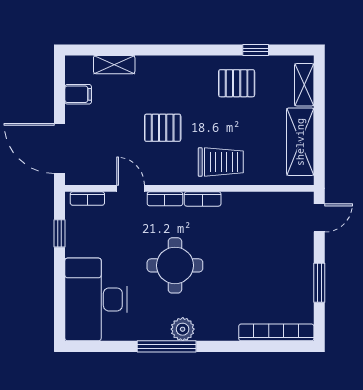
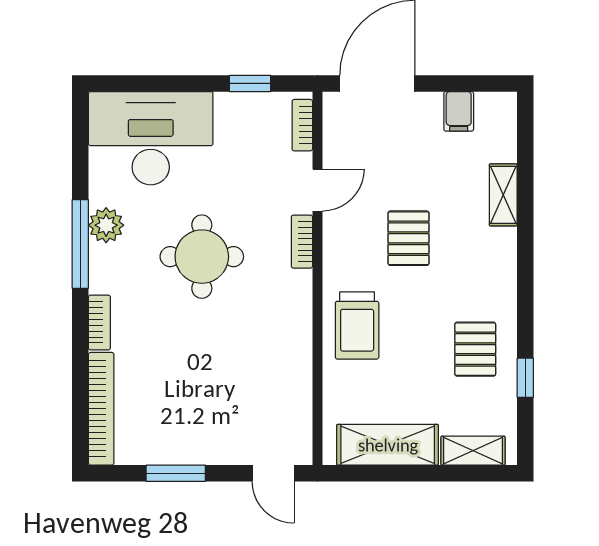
shelving: (114, 65) -> (503, 195), moved
bookcase: (203, 199) -> (99, 322), moved, turned 180
plant: (183, 329) -> (106, 225), moved

